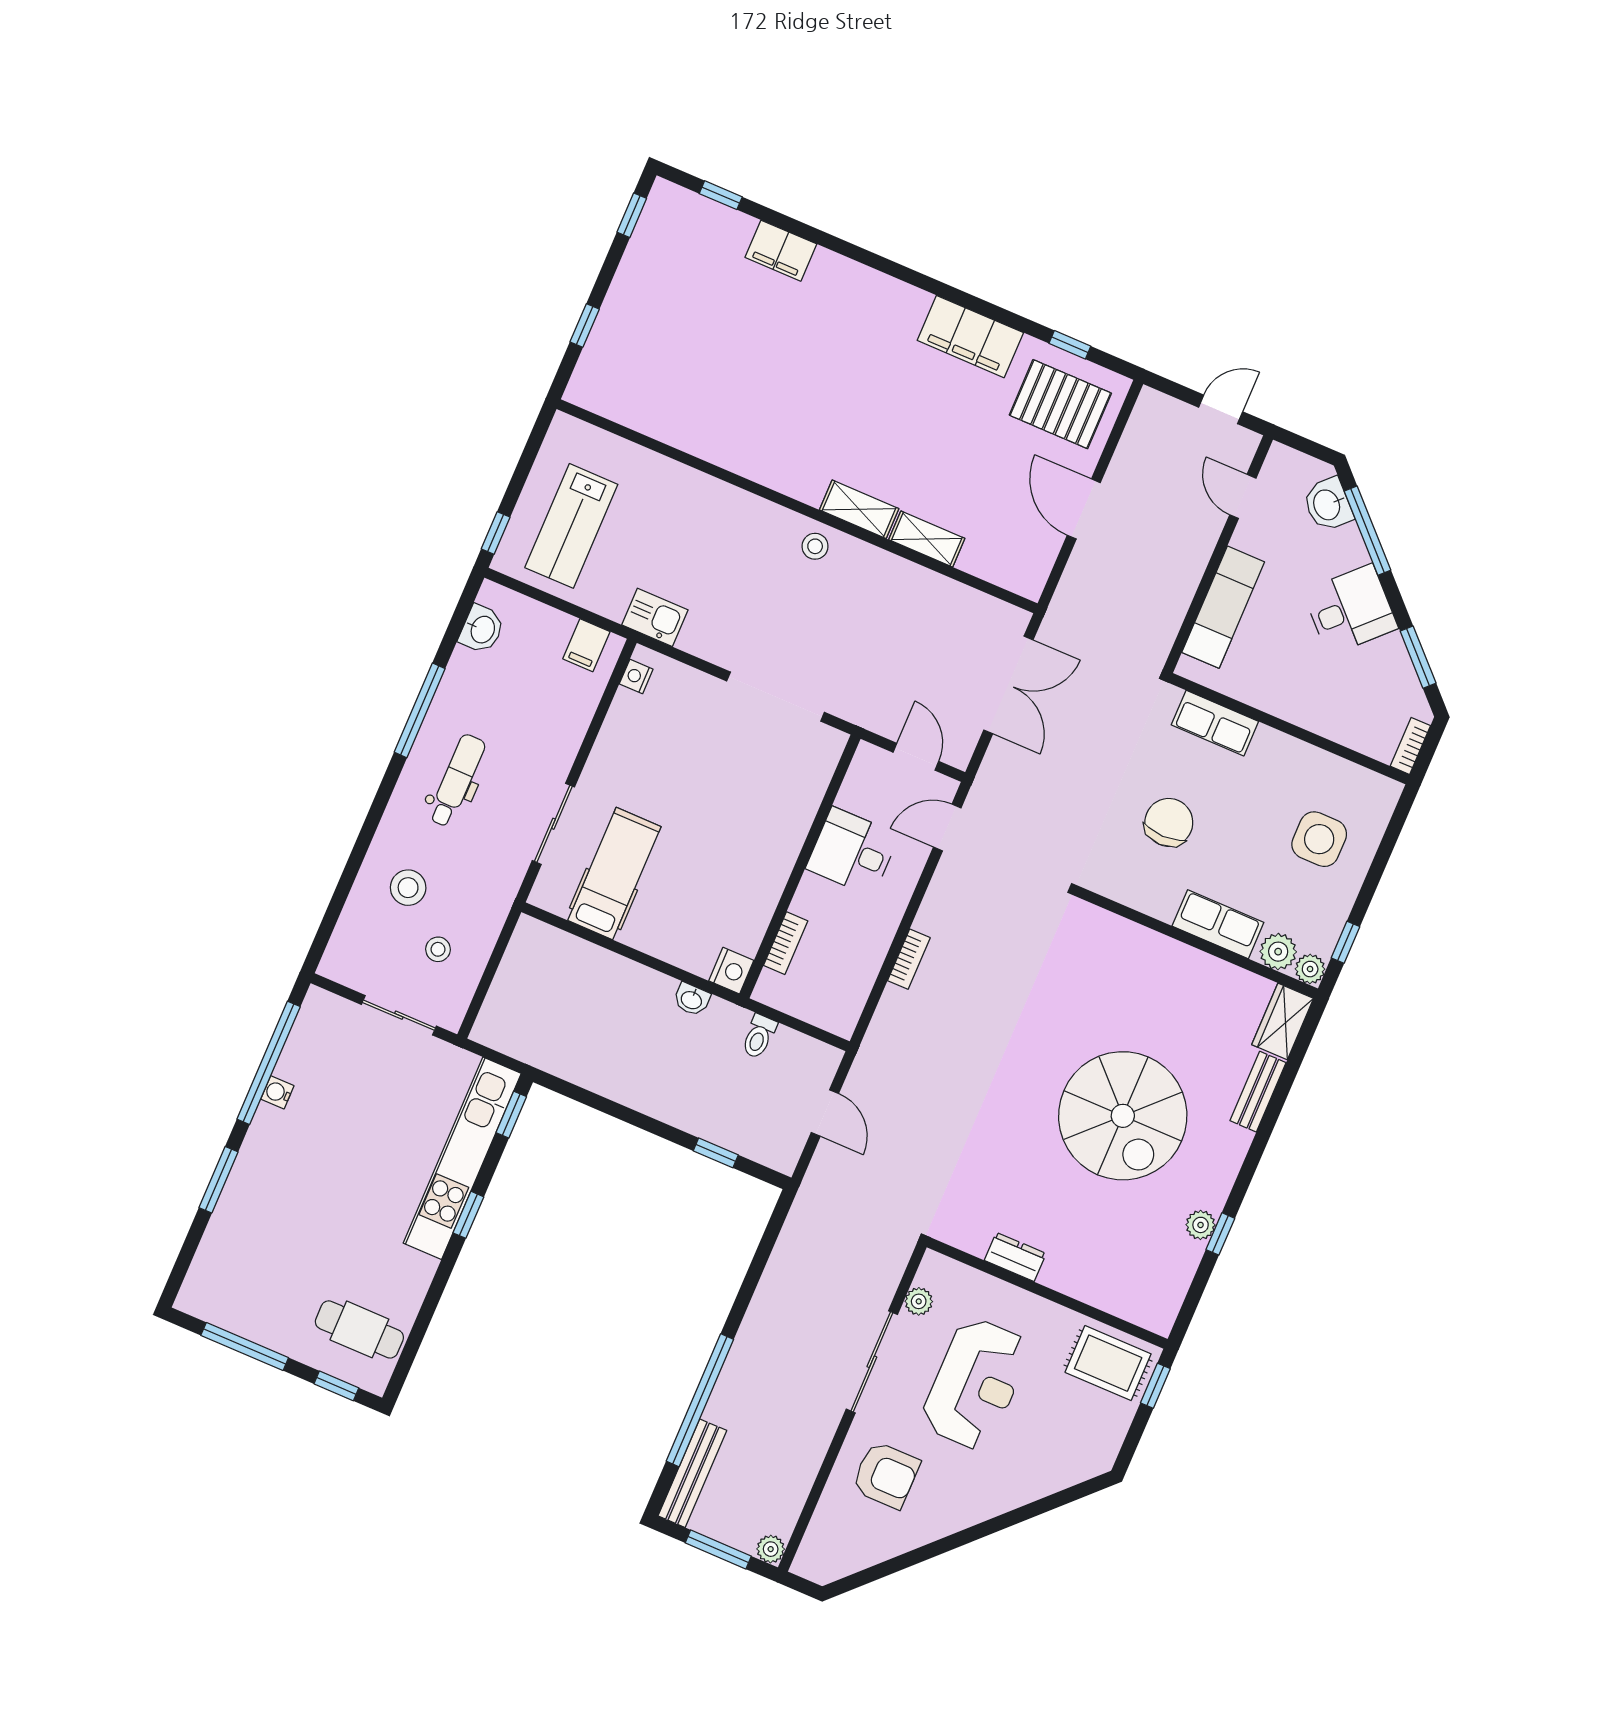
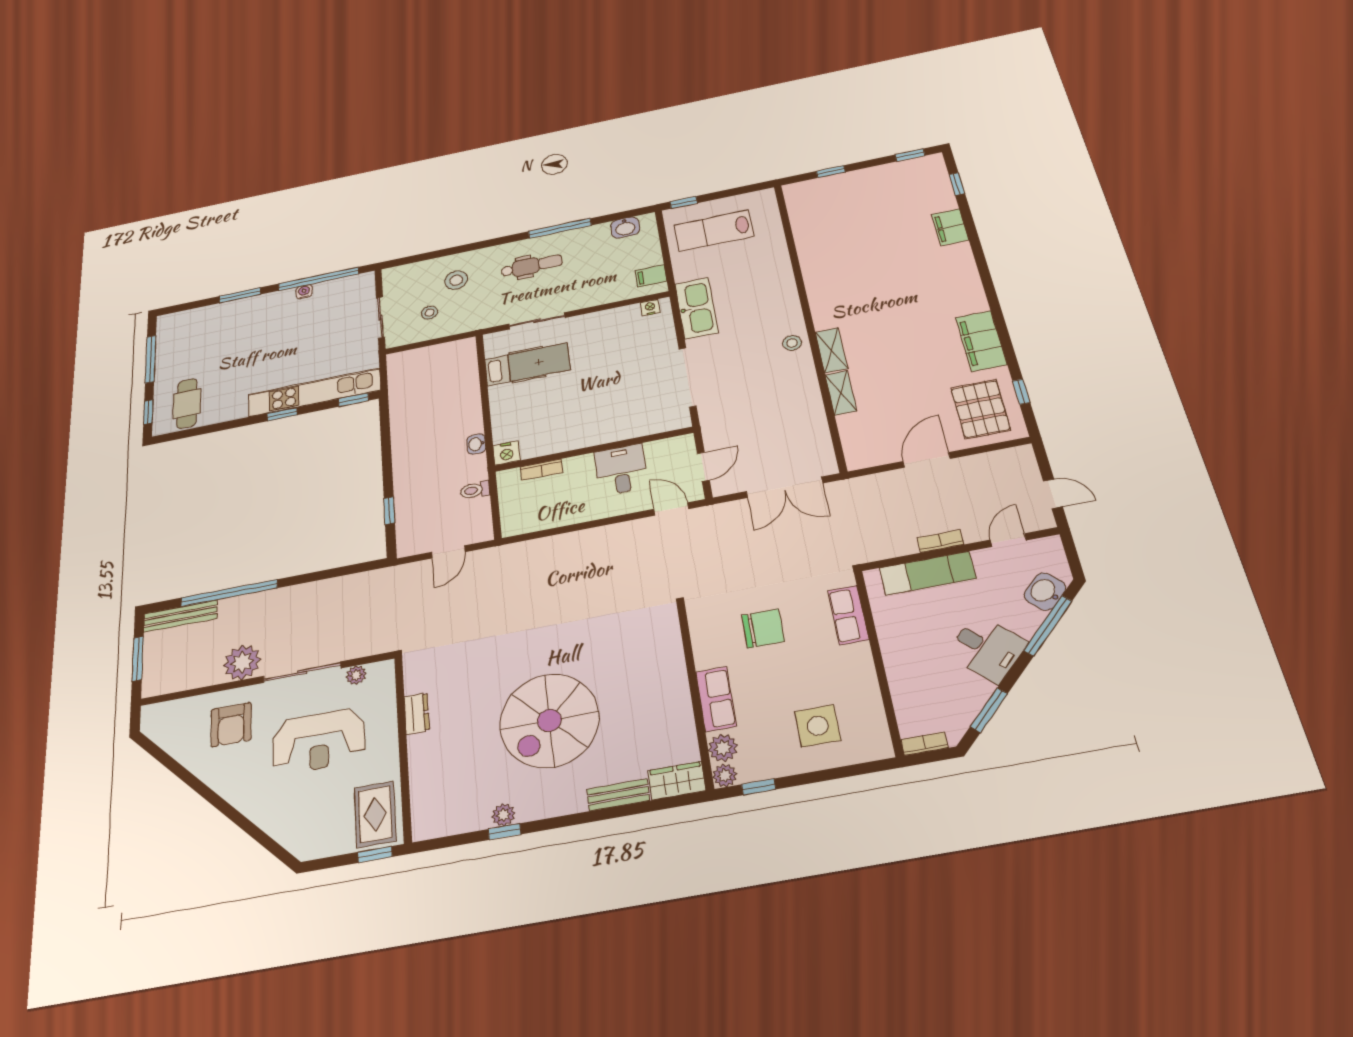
kitchen sink: (655, 617) -> (696, 308), width x1.88, depth x1.24
bookcase: (909, 959) -> (940, 541), moved, turned 180
plant: (771, 1549) -> (242, 662), moved, width x1.87, depth x1.87

